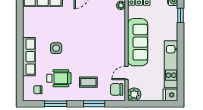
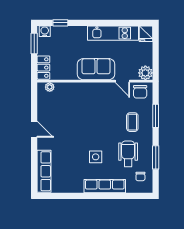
sofa: (138, 42) -> (96, 69), width x0.73

